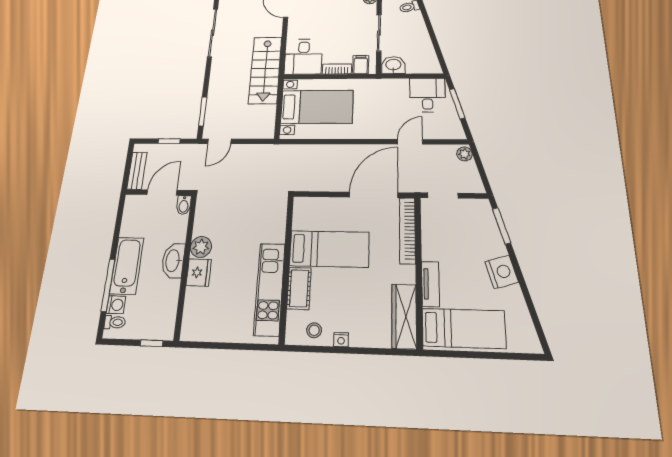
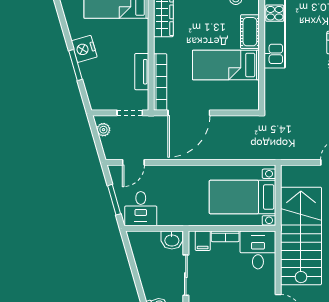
stairs: (265, 70) -> (301, 236), width x1.36, depth x1.51
door: (410, 142) -> (133, 162), moved
plant: (464, 154) -> (103, 130), moved
window: (501, 226) -> (75, 65), moved
tv unit: (430, 284) -> (142, 72), moved

